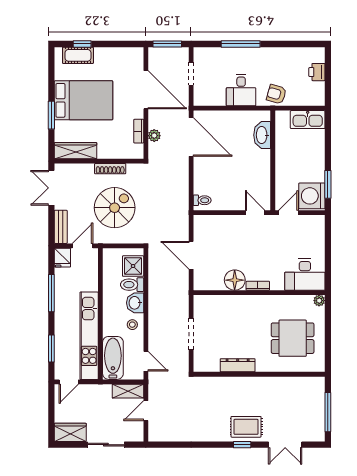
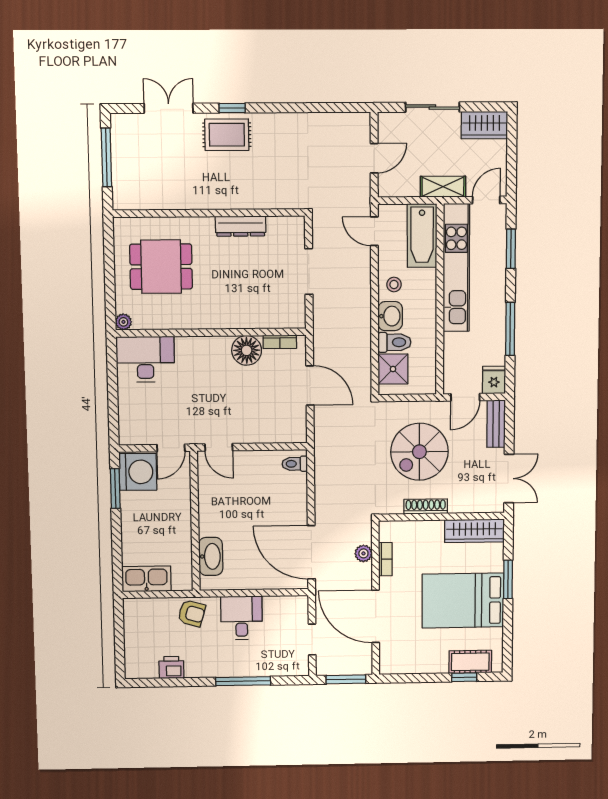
printer: (317, 72) -> (171, 667), moved, turned -90
bookcase: (258, 286) -> (280, 342), moved
shelving: (128, 391) -> (443, 187), moved

